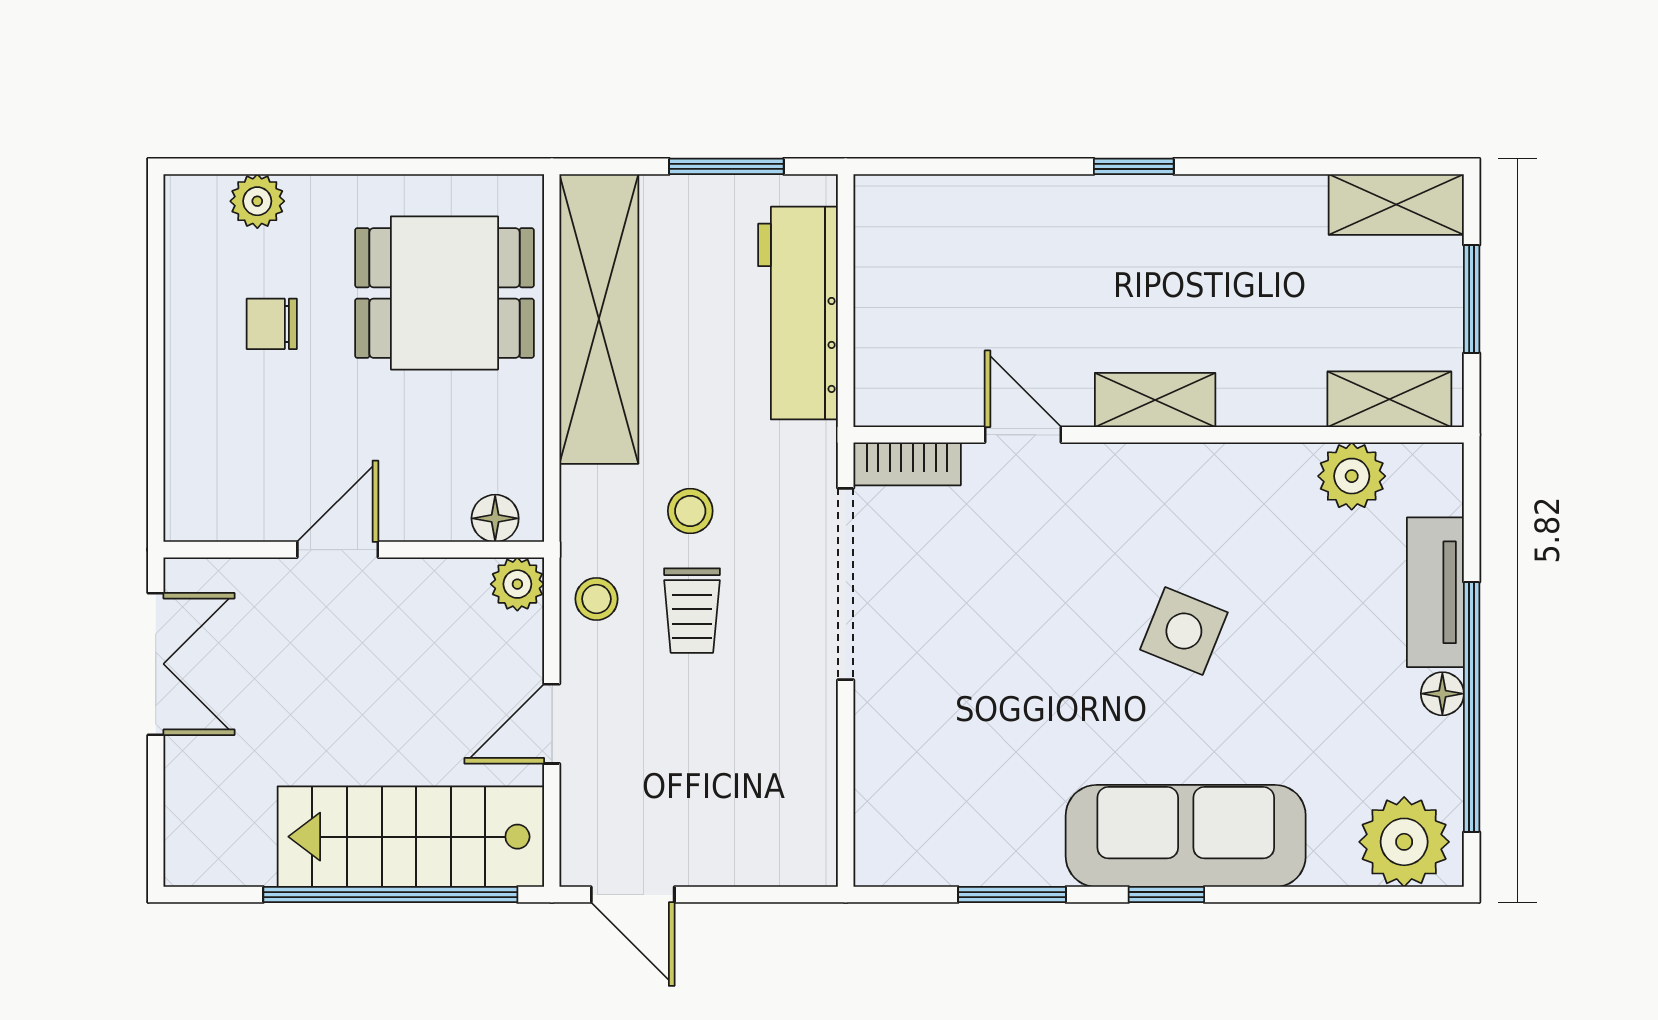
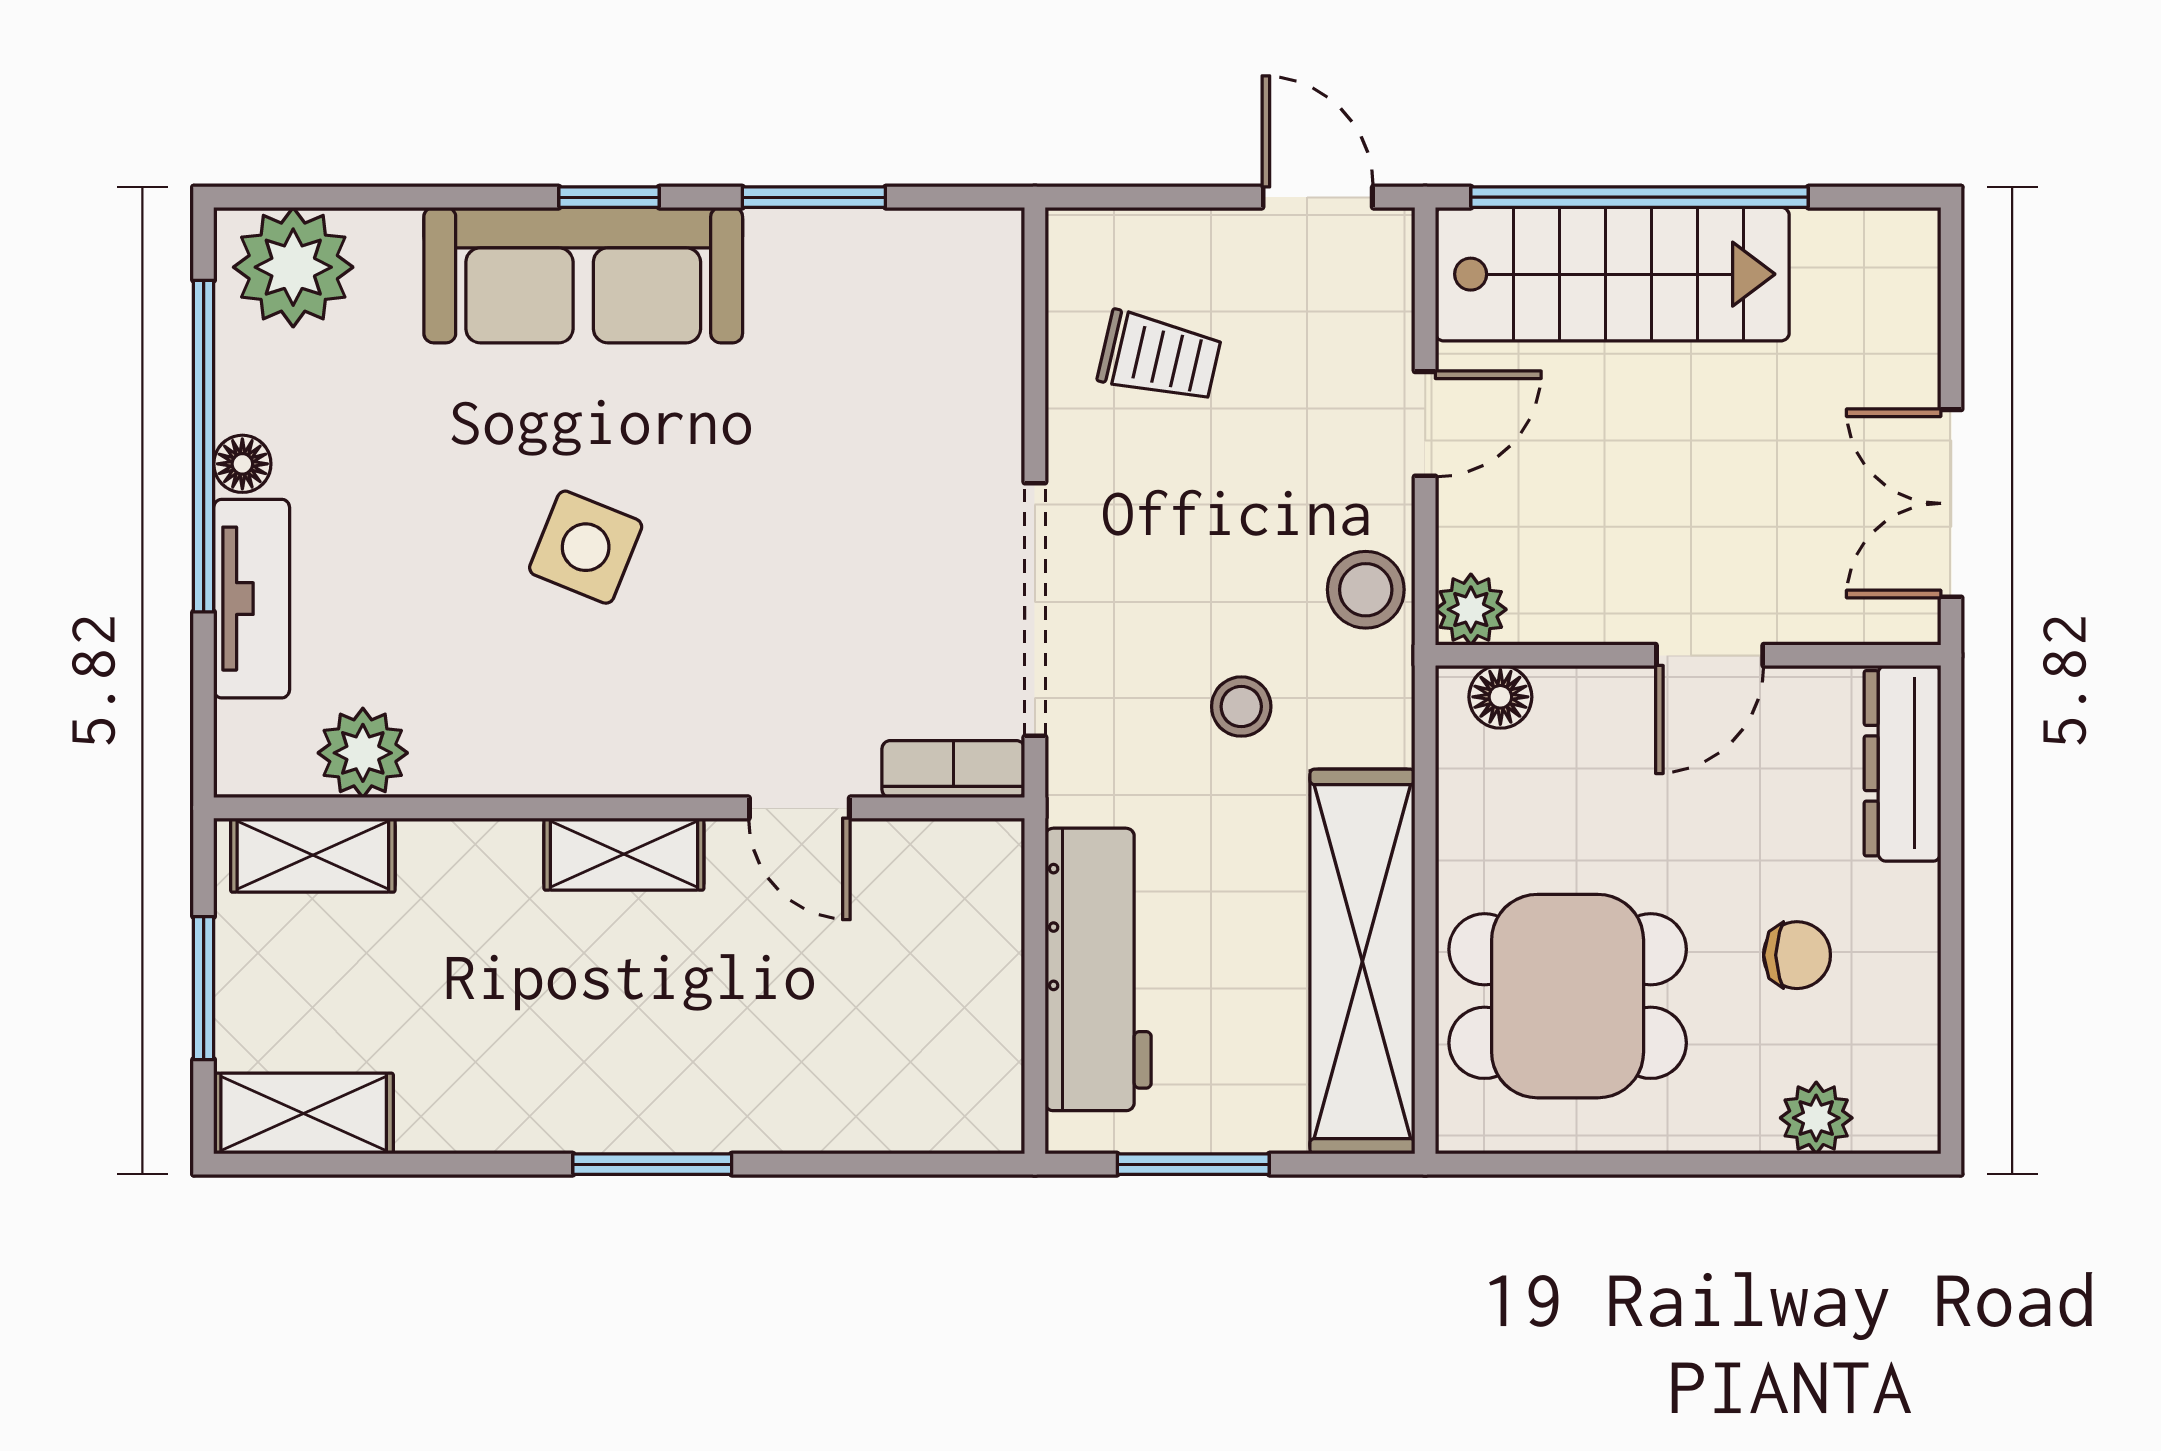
window: (1134, 166) -> (652, 1164), width x1.50
dresser: (192, 468) -> (1903, 763), added
stool: (596, 599) -> (1366, 590), width x1.37, depth x1.37
trolley: (692, 611) -> (1159, 357), moved, turned 103

